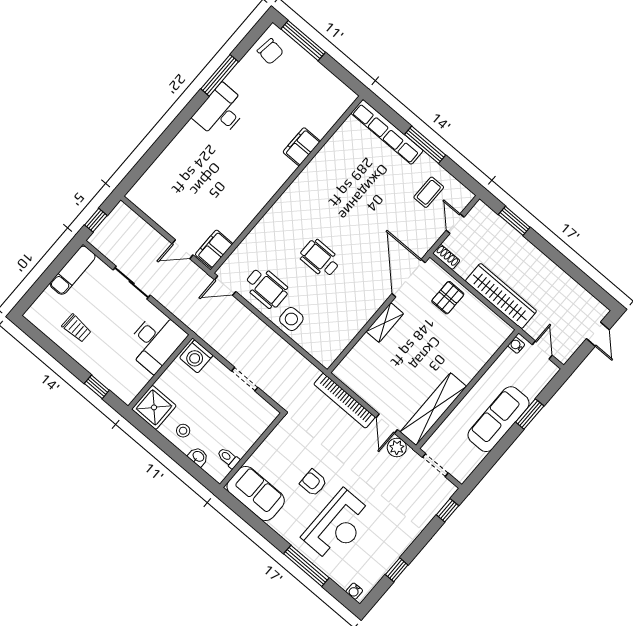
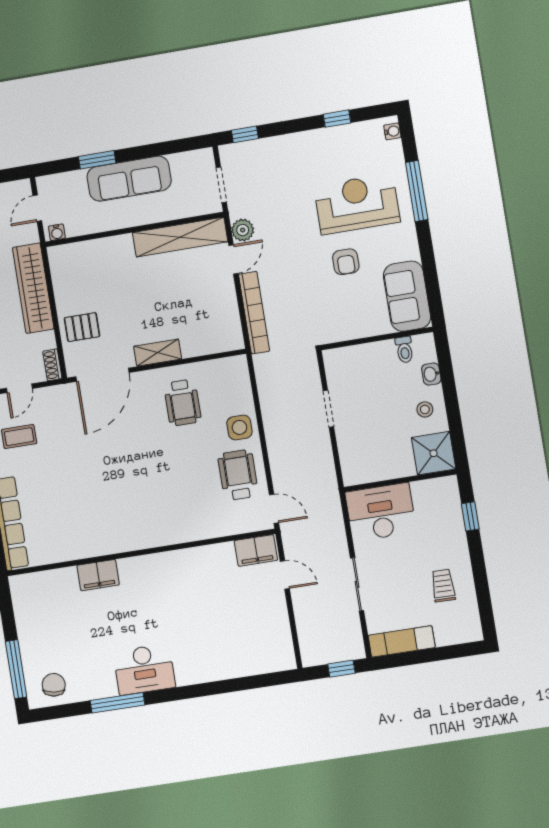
wheelchair: (320, 258) -> (183, 403), moved
washing machine: (196, 357) -> (355, 467), removed

